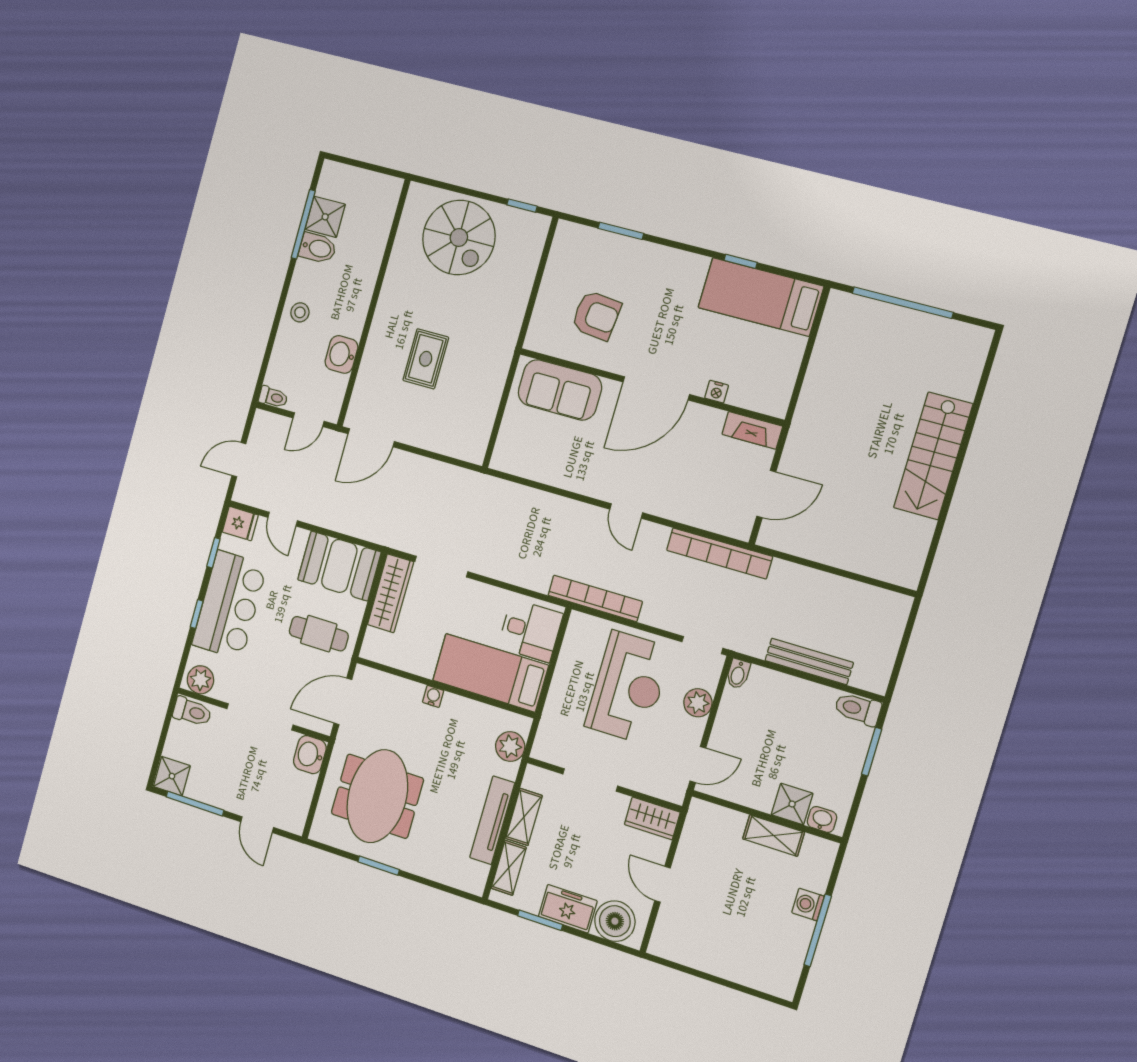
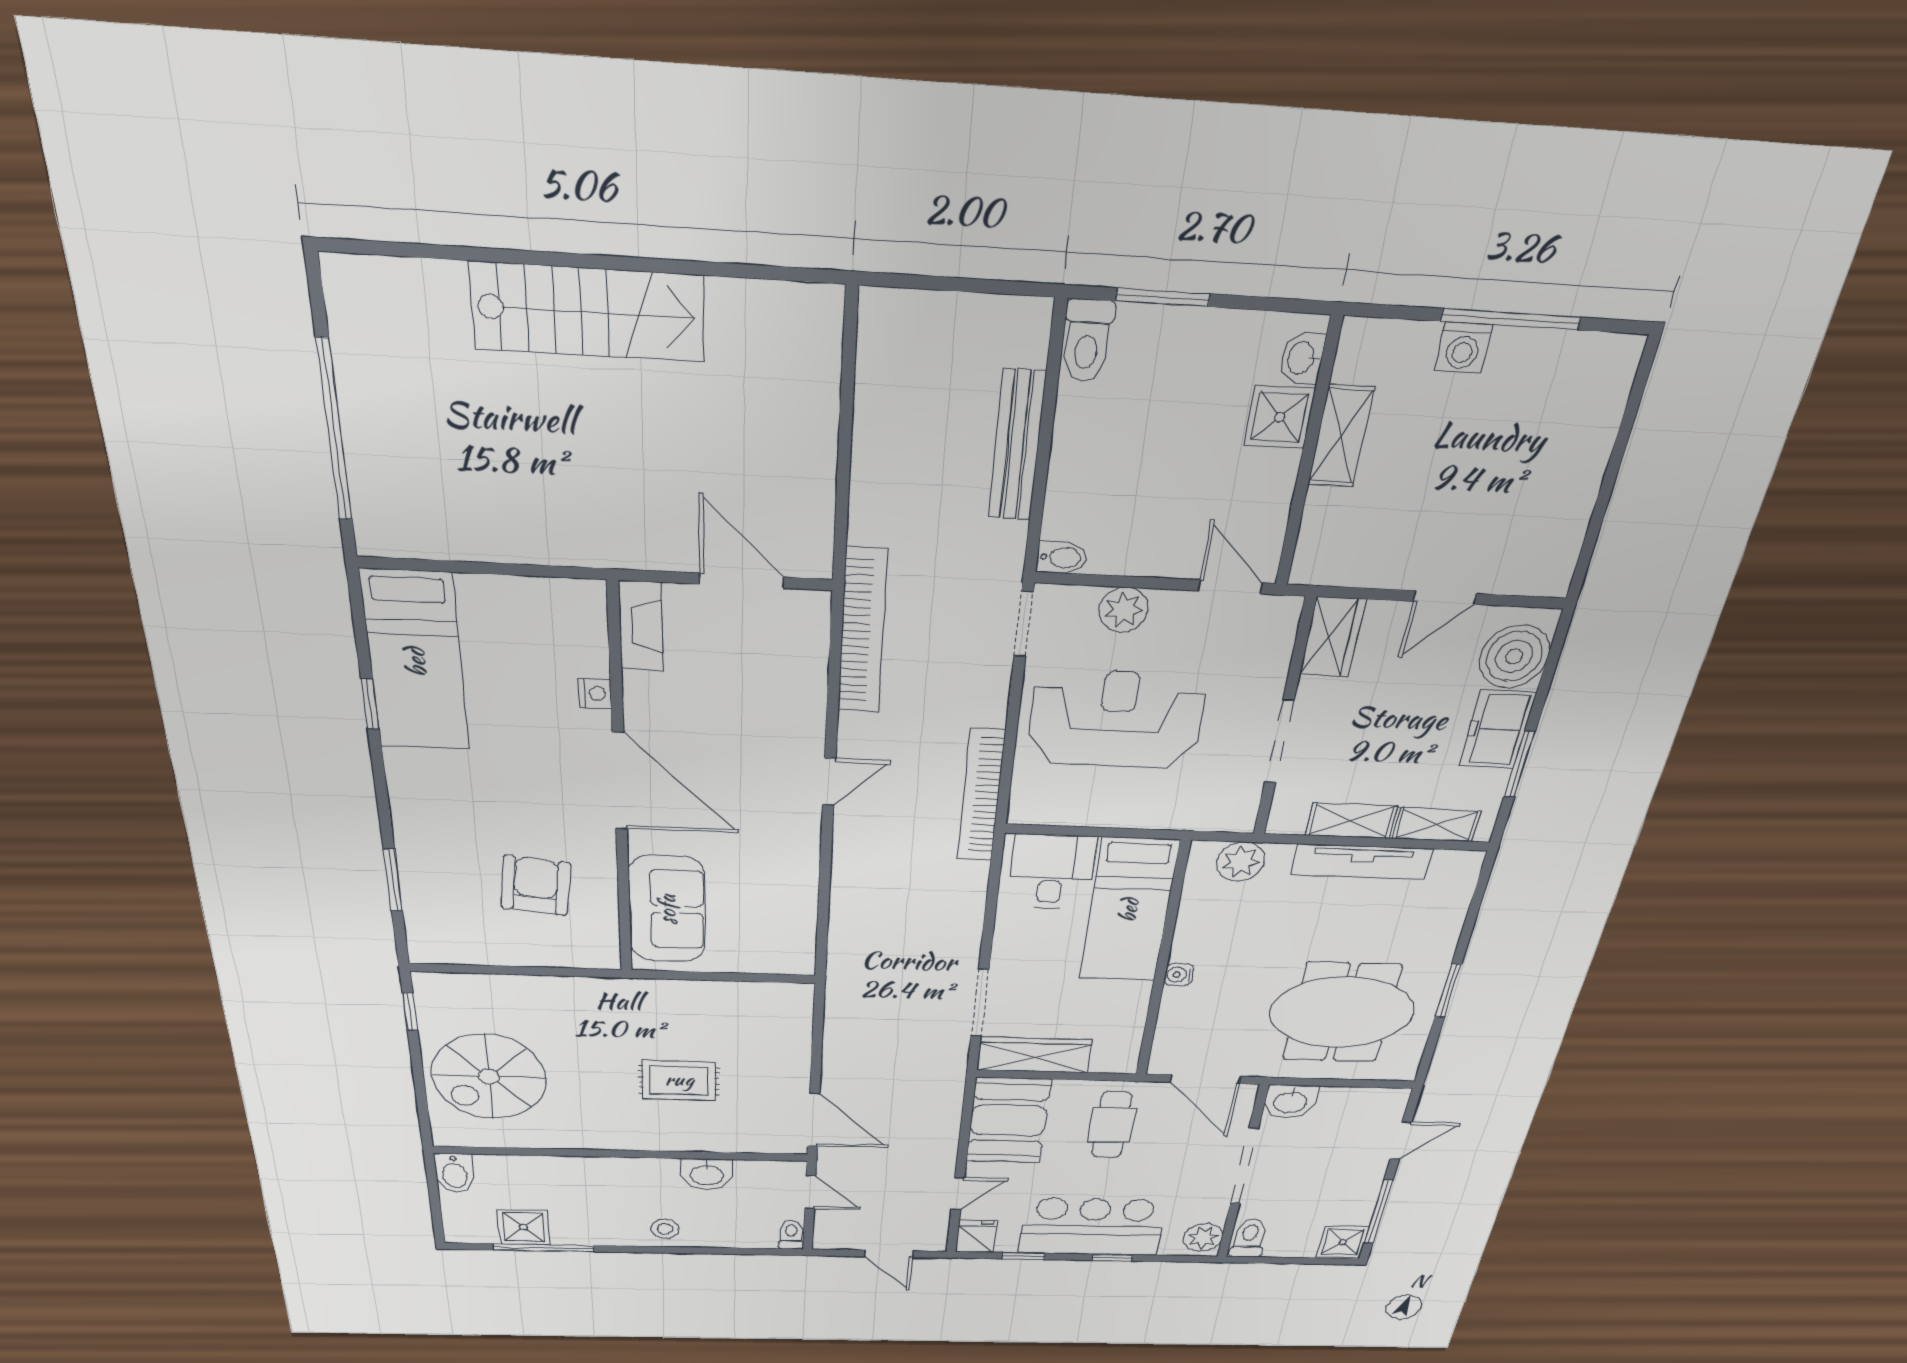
spiral stairs: (459, 237) -> (489, 1077), turned 180
bidet: (318, 248) -> (455, 1173), moved, turned 180

